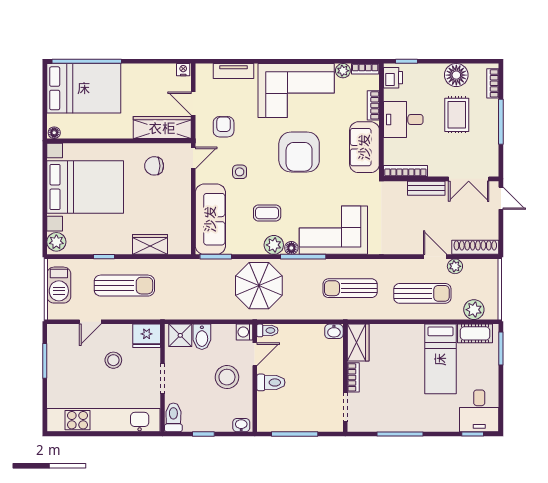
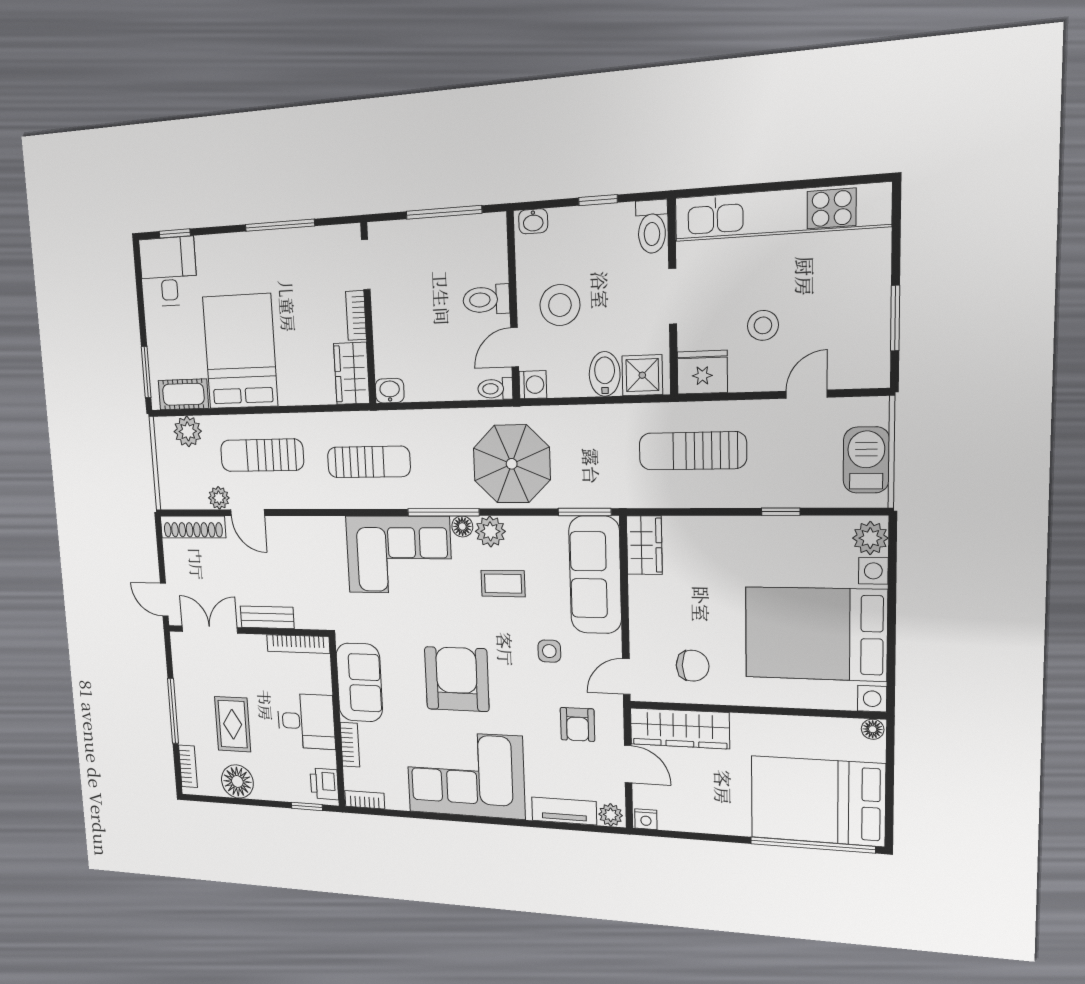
plant: (343, 71) -> (611, 815), moved
wardrobe: (150, 244) -> (644, 545), moved, turned -90
sun lounger: (124, 286) -> (692, 451), moved
bed: (440, 359) -> (240, 351), width x1.50

